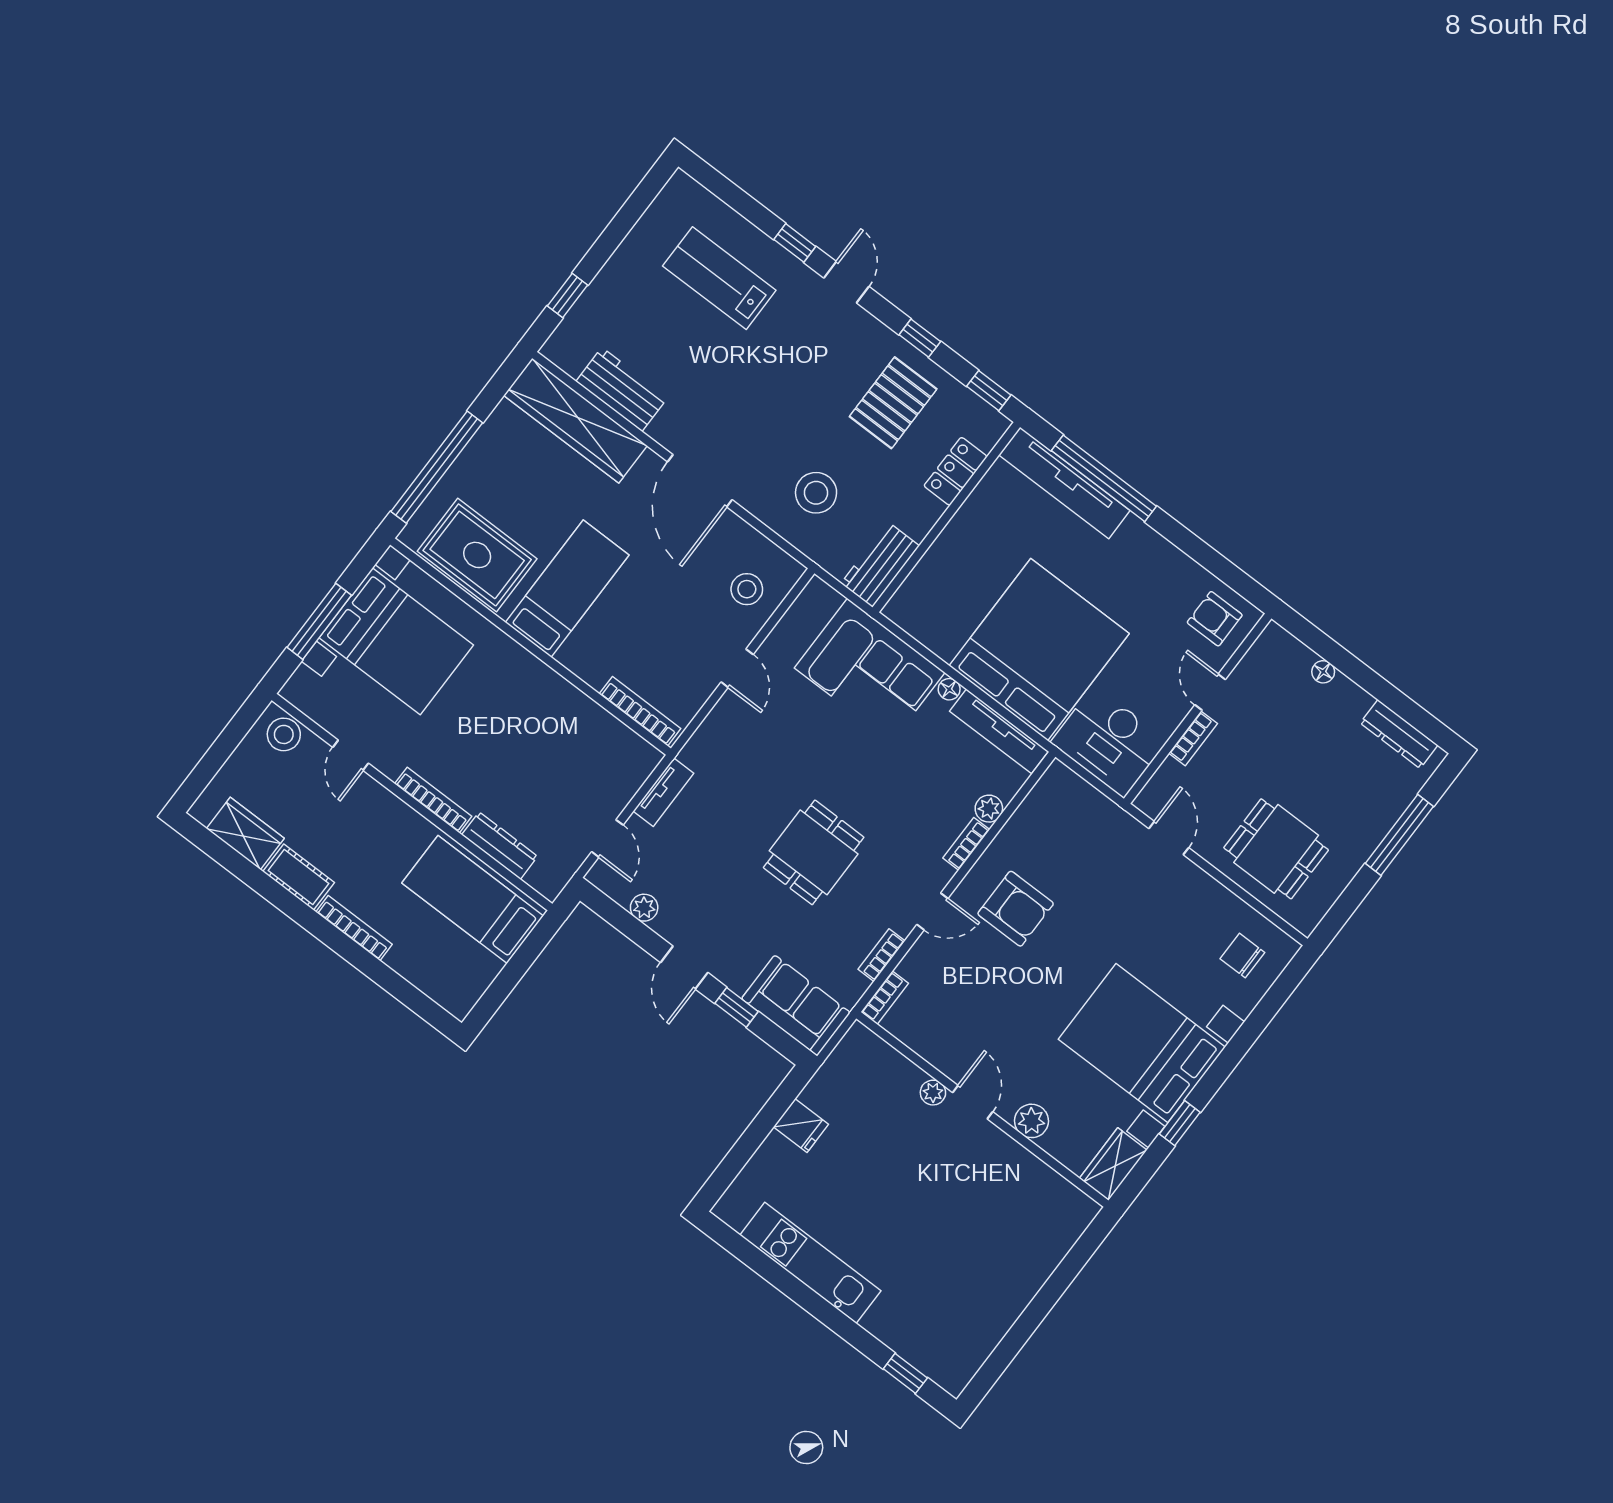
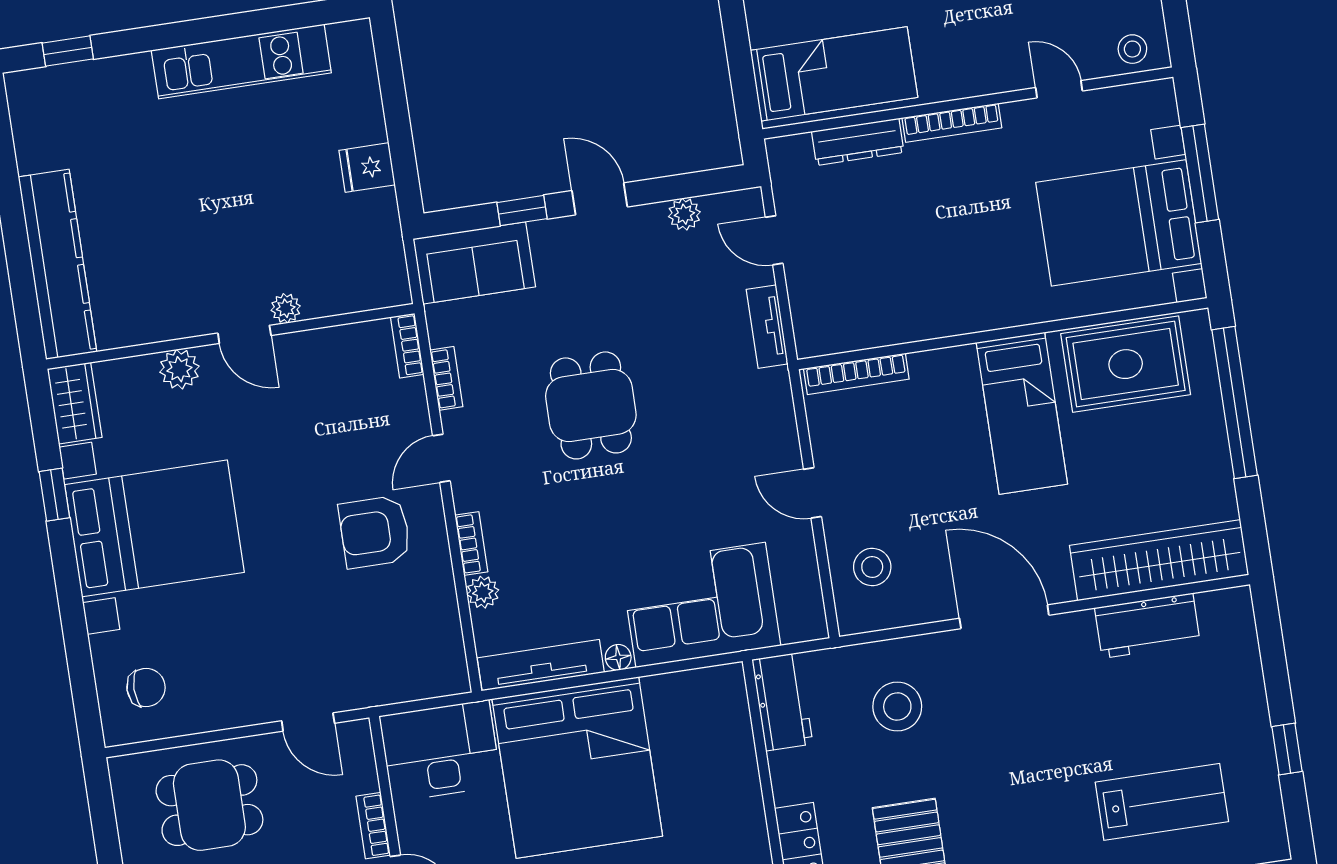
window: (567, 296) -> (1287, 749), moved
stool: (284, 734) -> (1132, 49), width x0.73, depth x0.73
kitchen counter: (1040, 1255) -> (57, 264), added

